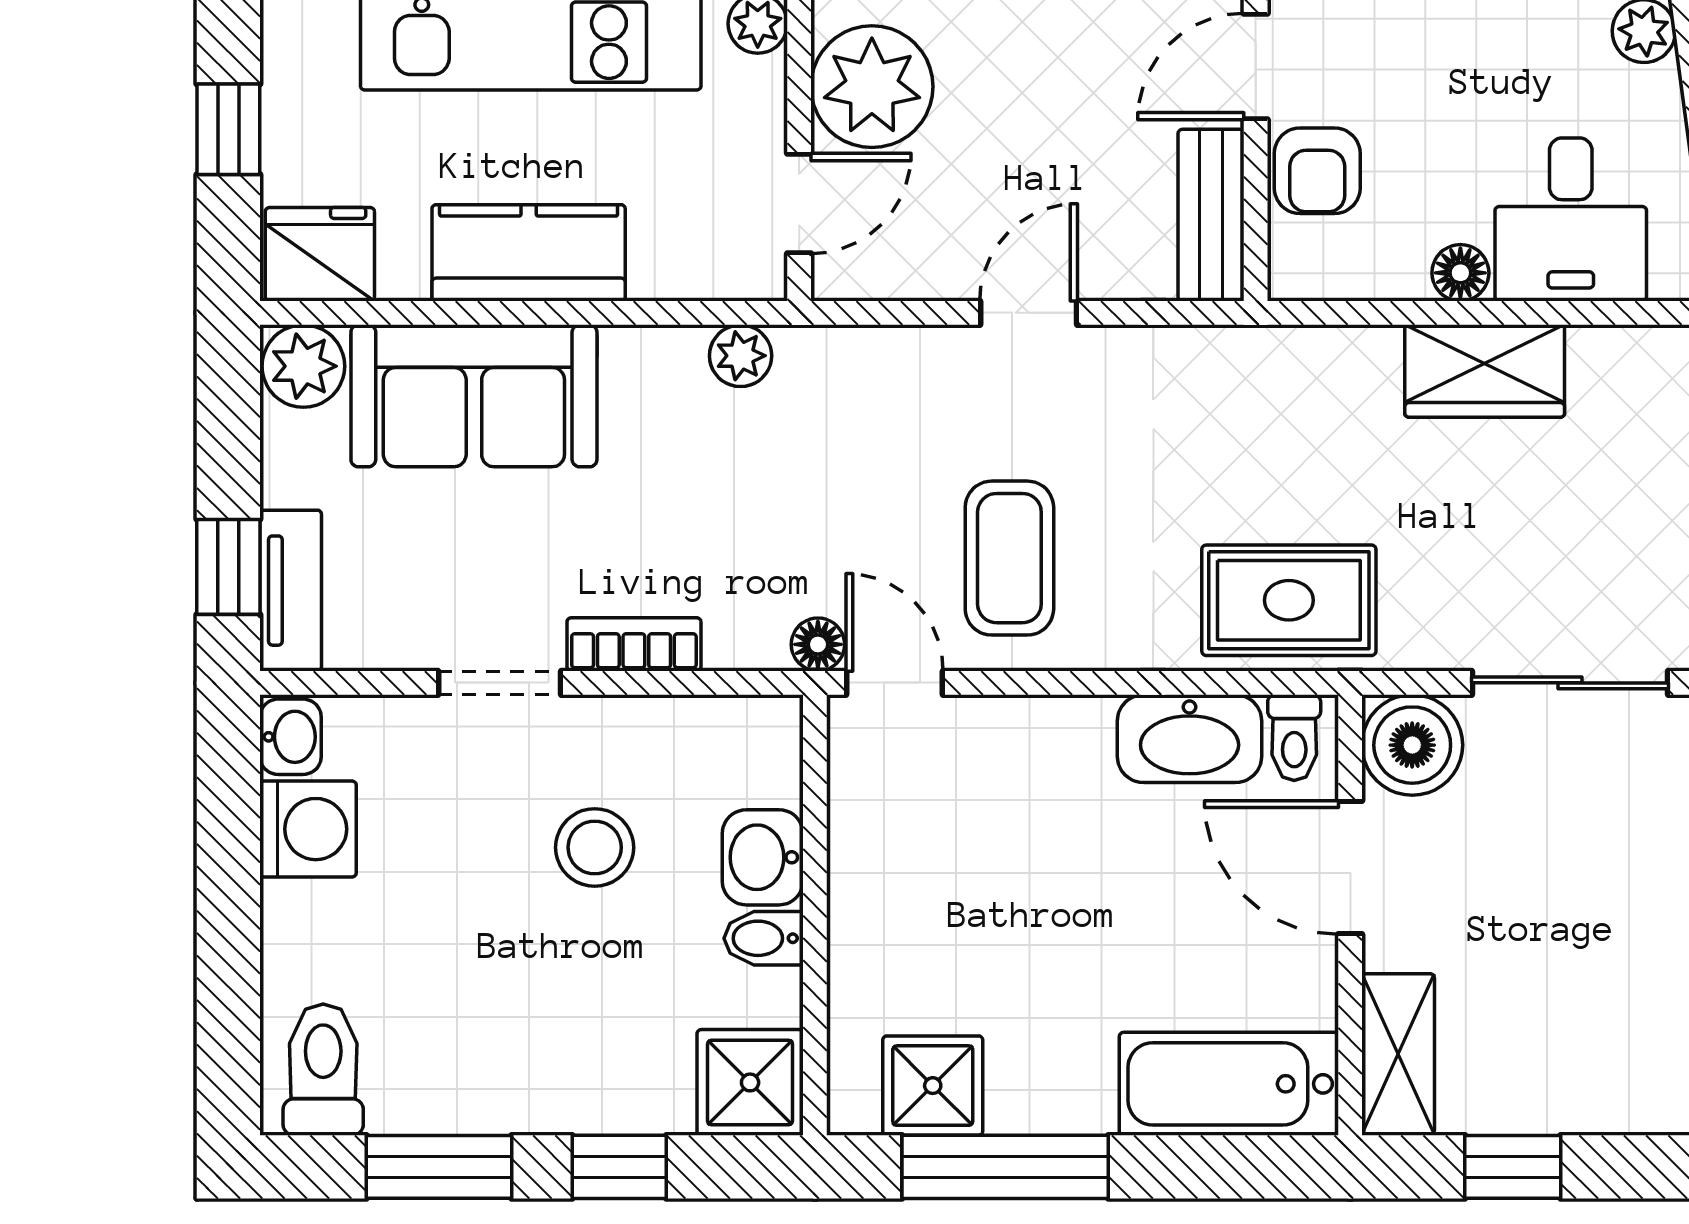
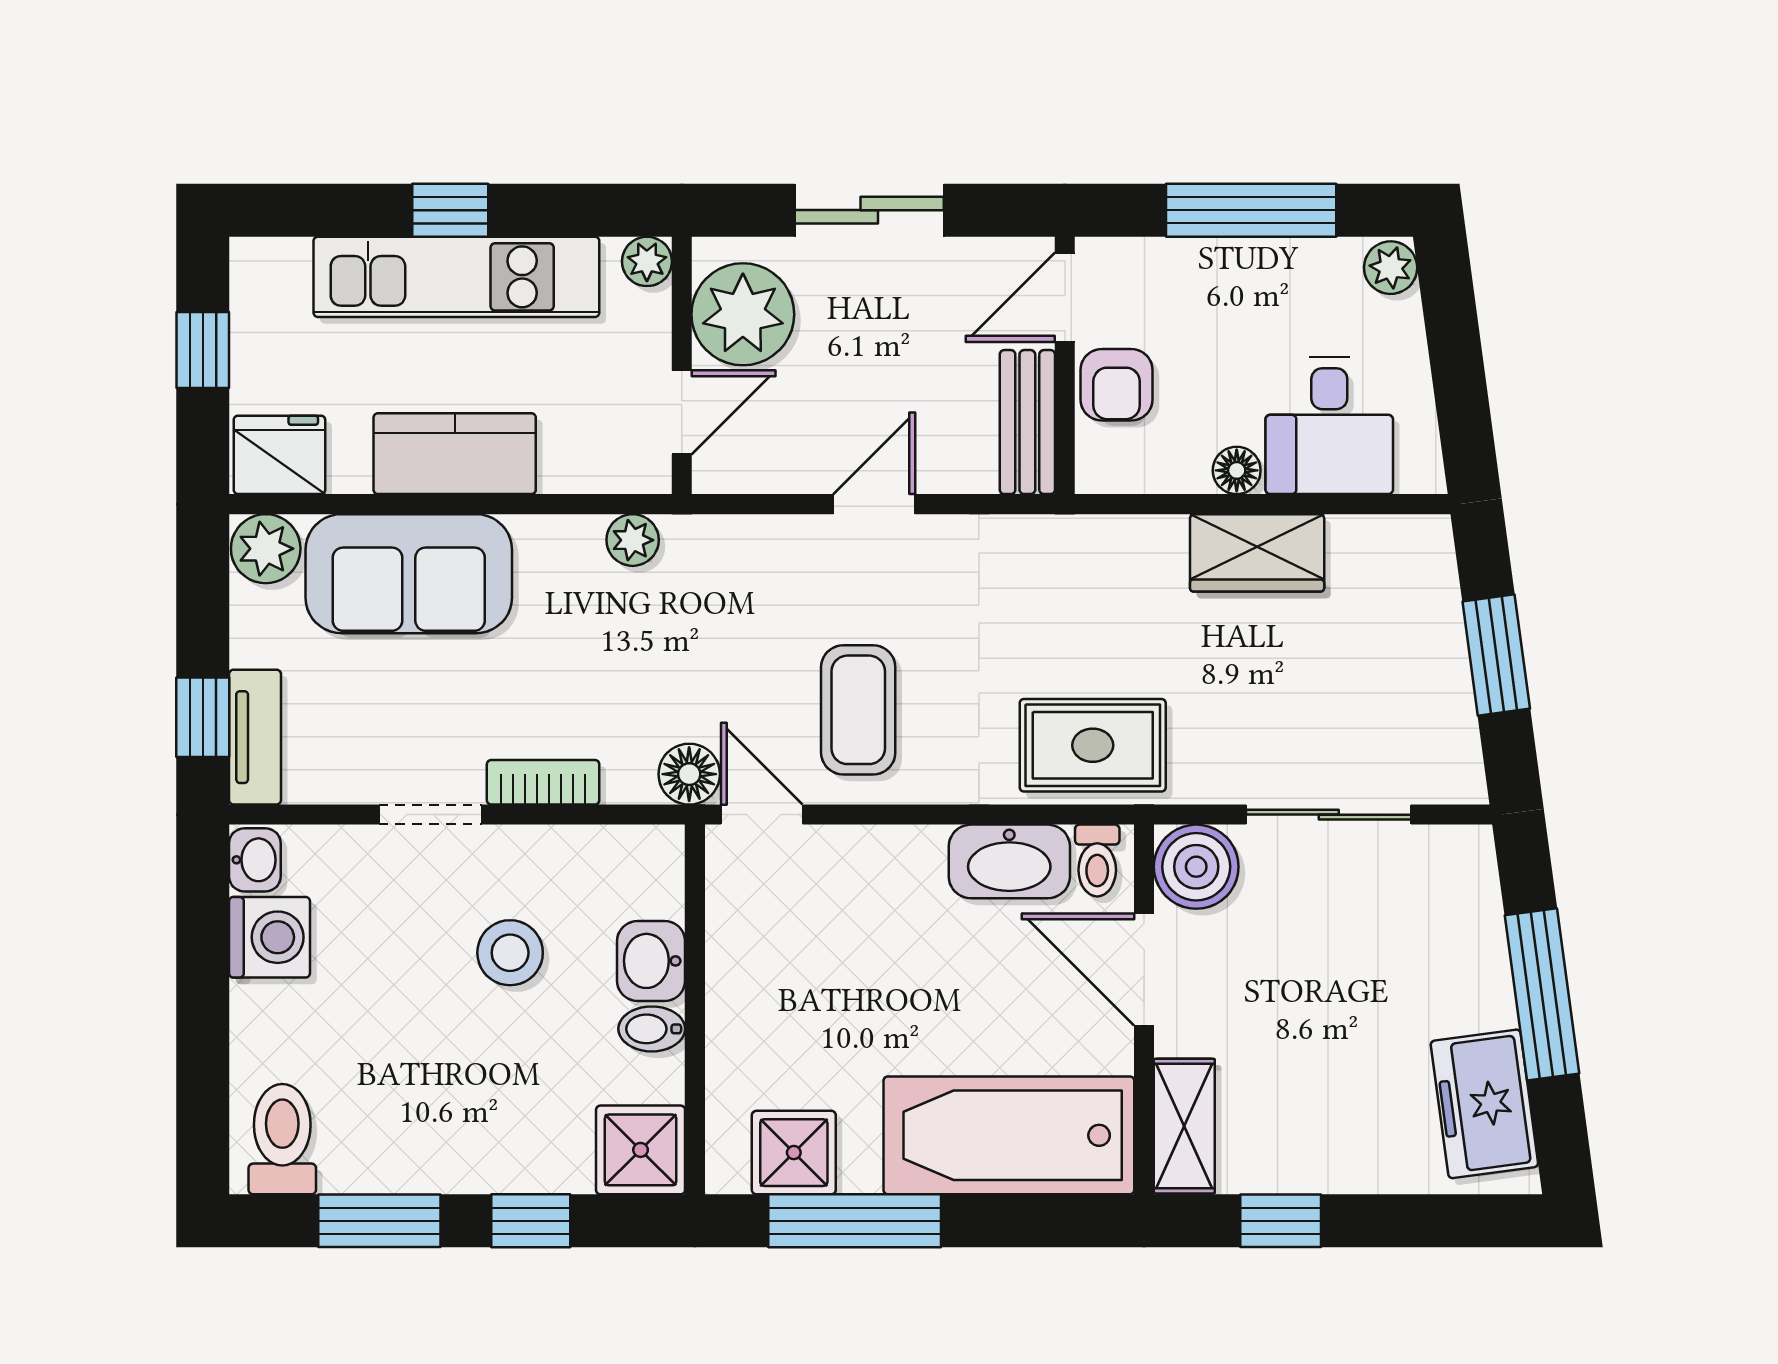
floor lamp: (818, 644) -> (689, 774), width x1.37, depth x1.37
bathtub: (1229, 1084) -> (1009, 1135), width x1.36, depth x1.36

